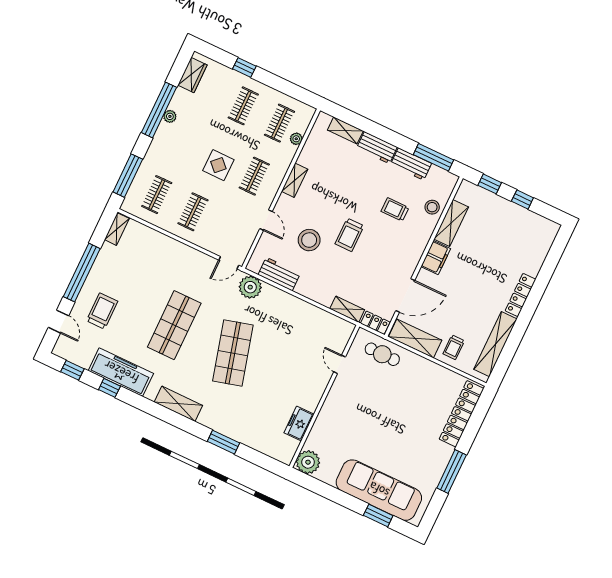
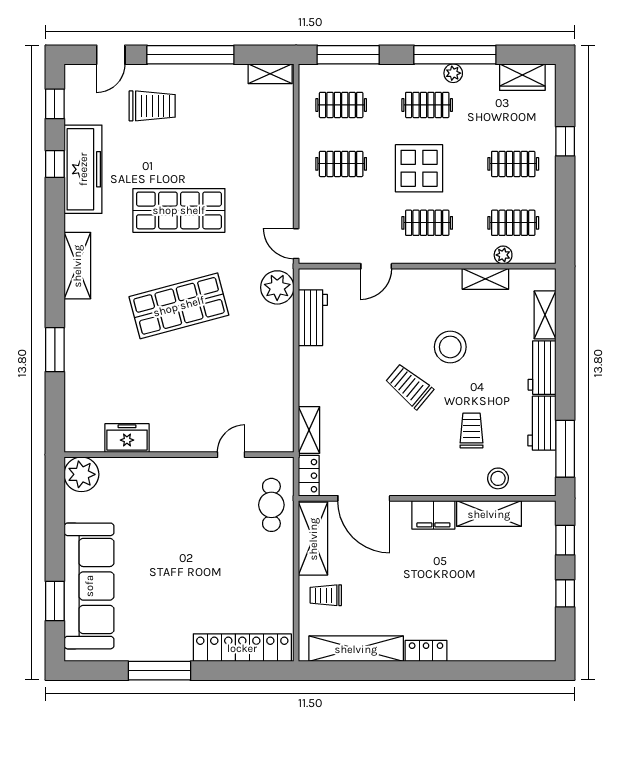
clothes rail: (182, 142) -> (427, 105), added
display table: (218, 165) -> (419, 168), width x1.36, depth x1.36
shelving: (295, 180) -> (485, 279), moved
trolley: (349, 235) -> (409, 386), turned 40
stool: (309, 240) -> (450, 347), moved
locker: (520, 295) -> (426, 651), width x0.66

